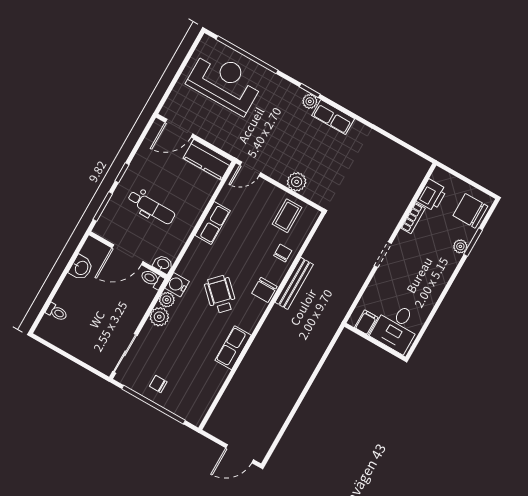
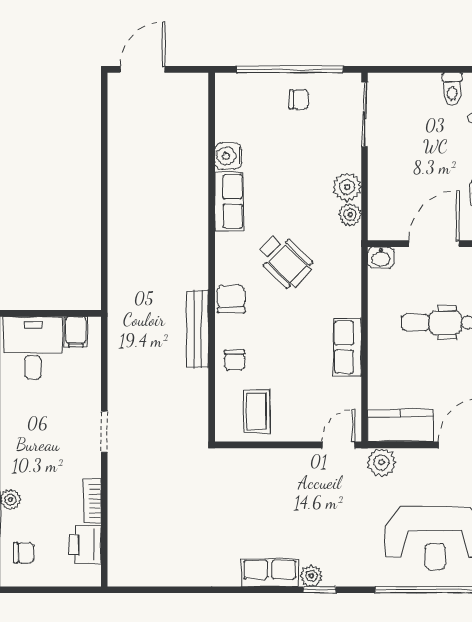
plant: (297, 182) -> (381, 462), moved
chair: (470, 211) -> (24, 553), width x0.54, depth x0.54
toilet: (152, 279) -> (452, 89), moved, turned 90
water cooler: (177, 285) -> (228, 156), moved, turned 180

